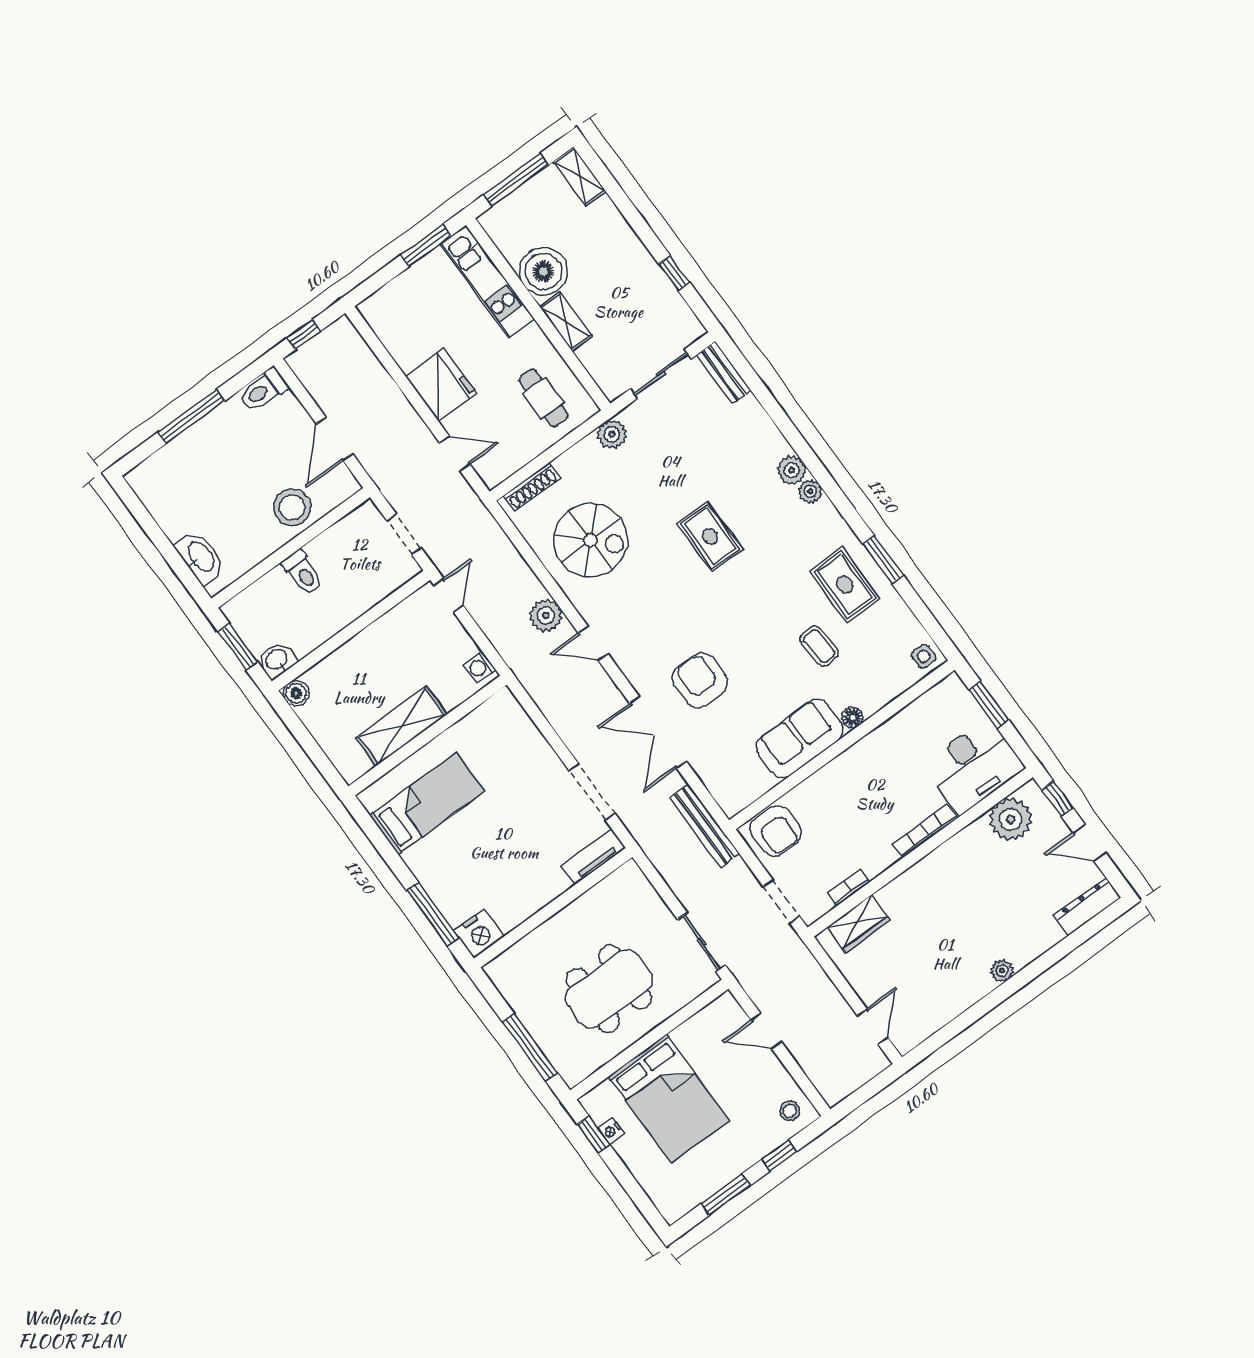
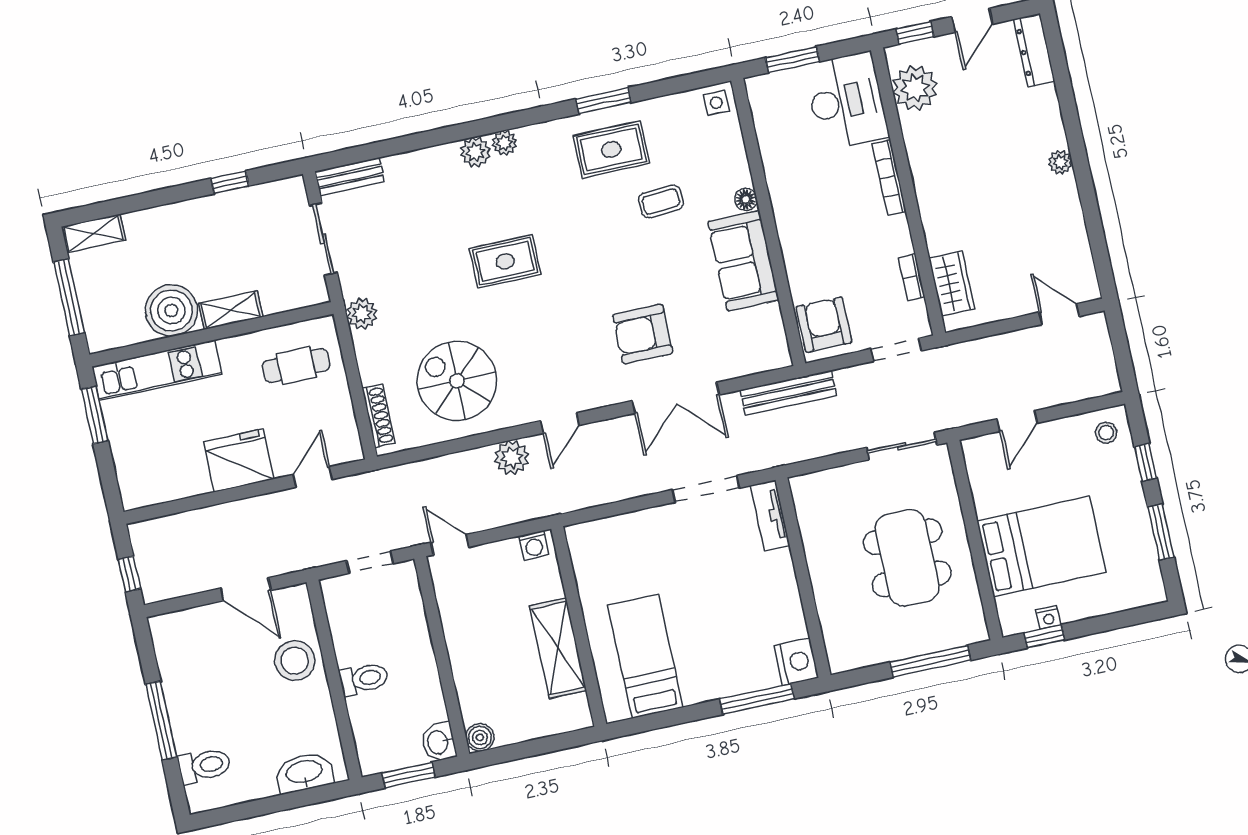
toilet: (263, 390) -> (204, 766), moved, turned -90
spiral stairs: (591, 540) -> (457, 381), turned -90
armchair: (776, 831) -> (824, 325), turned -90

